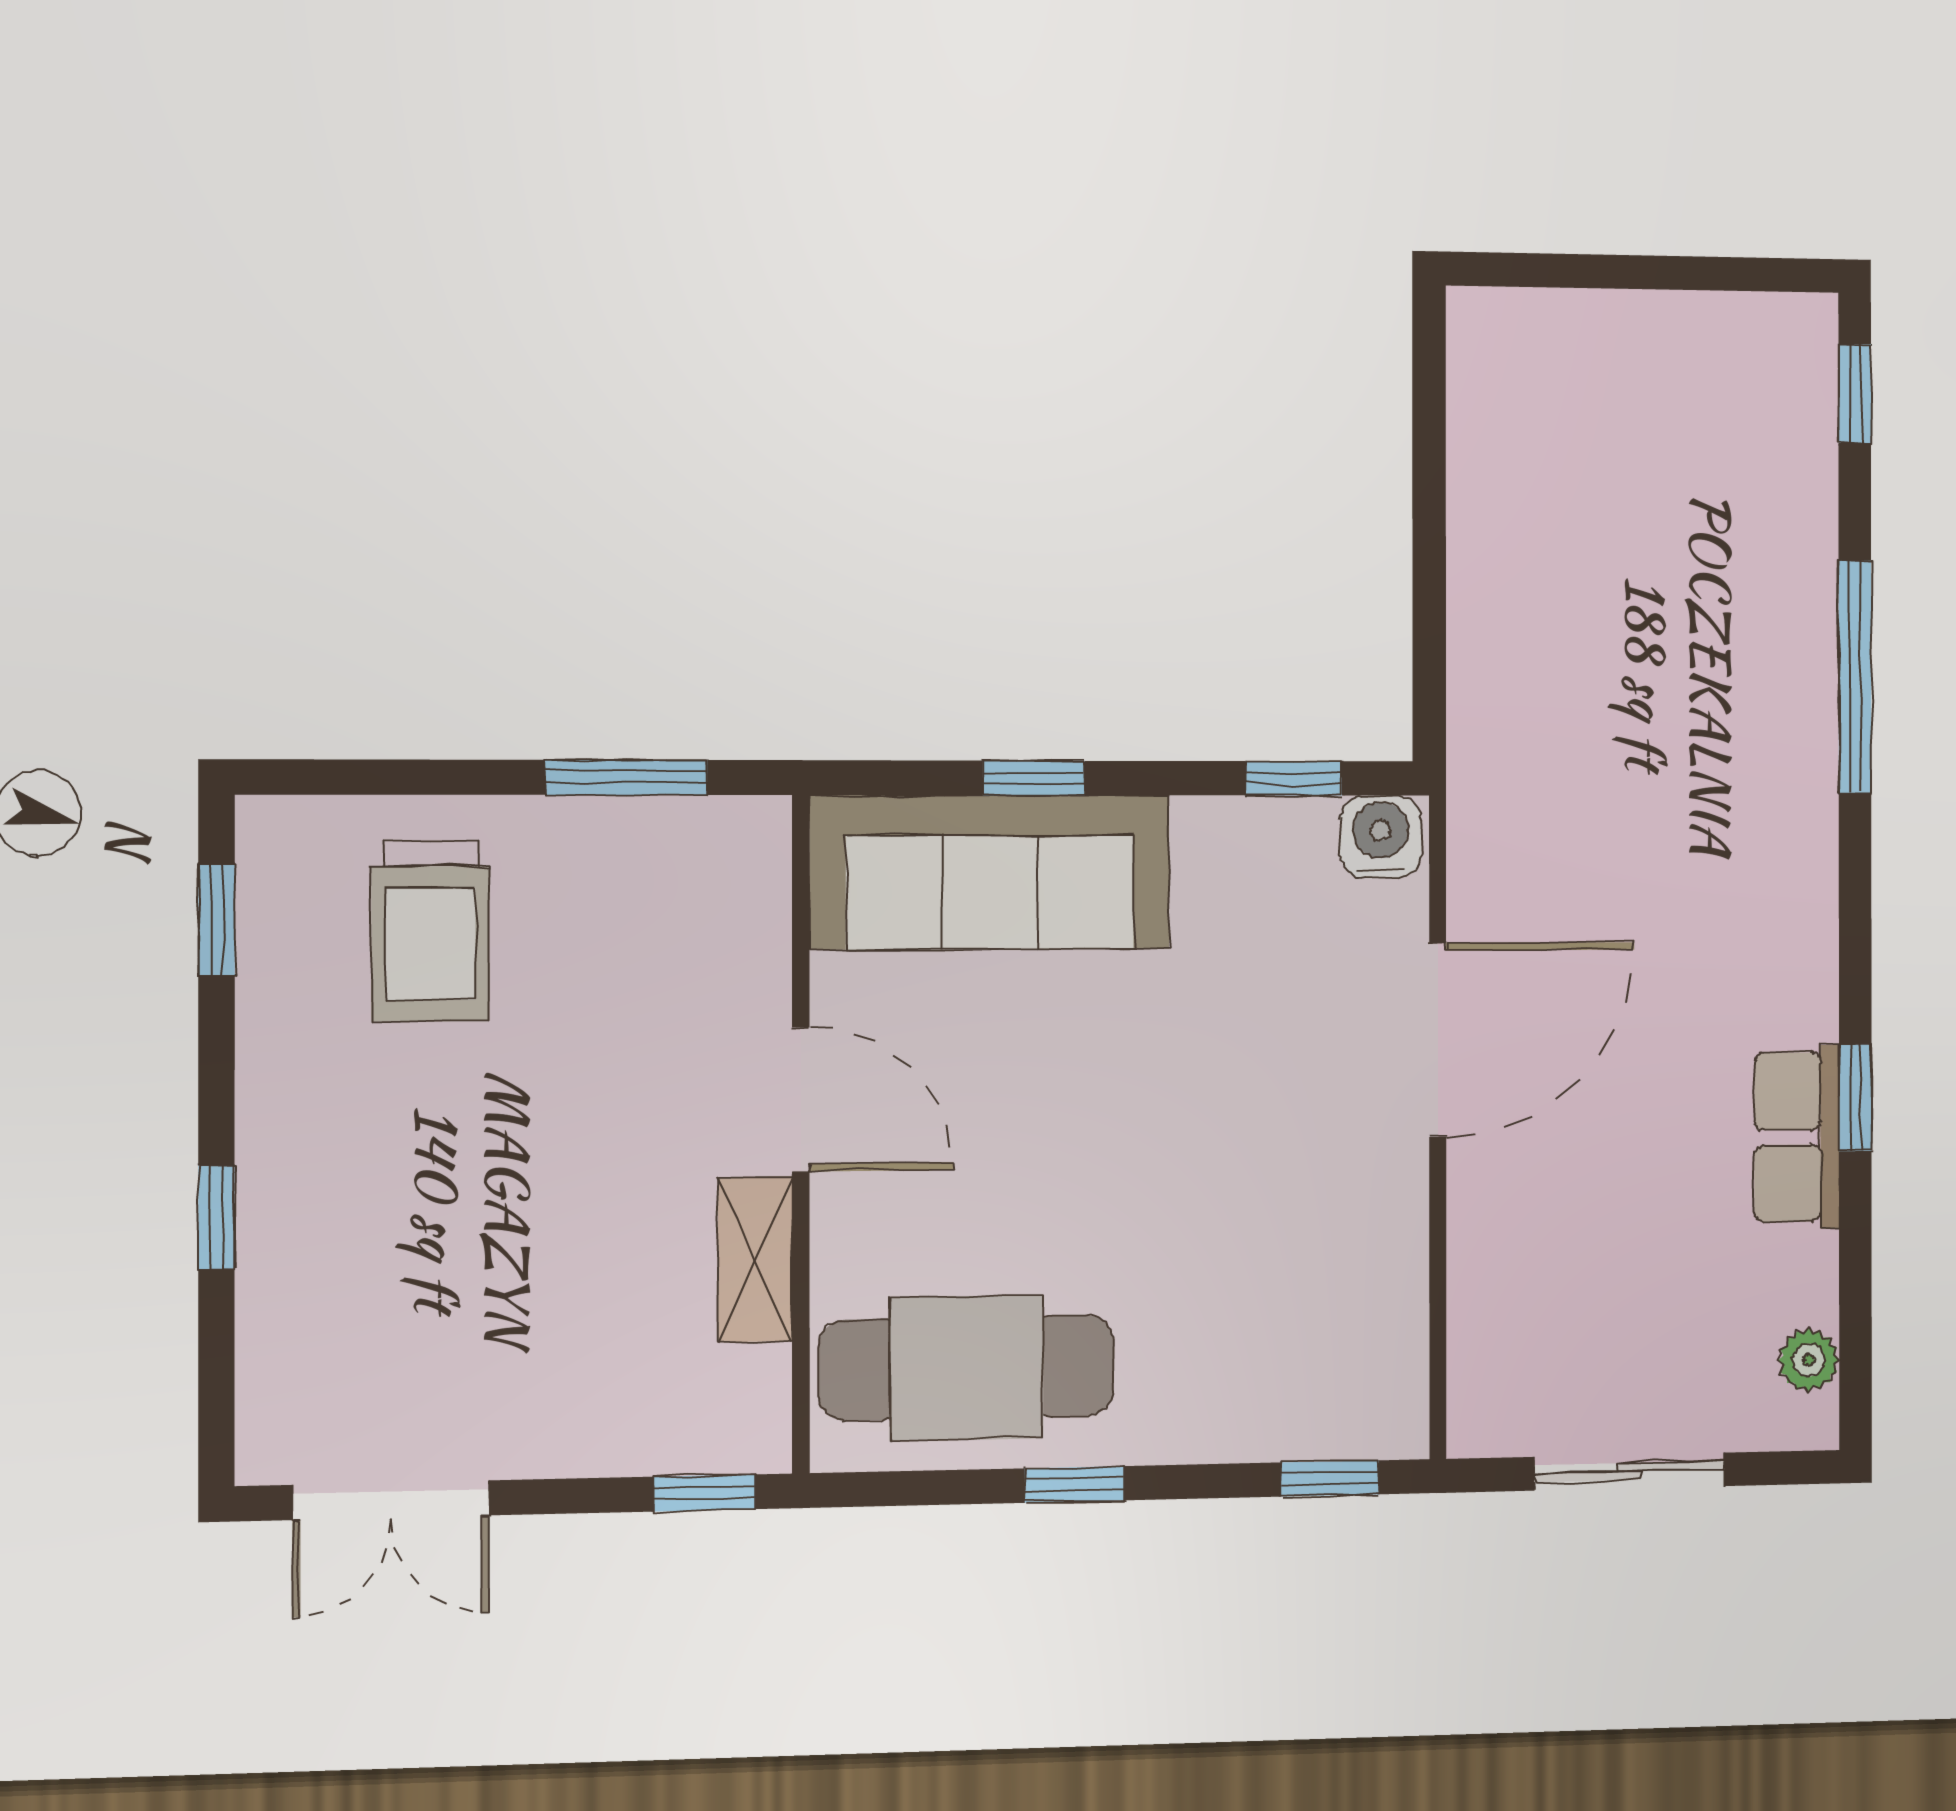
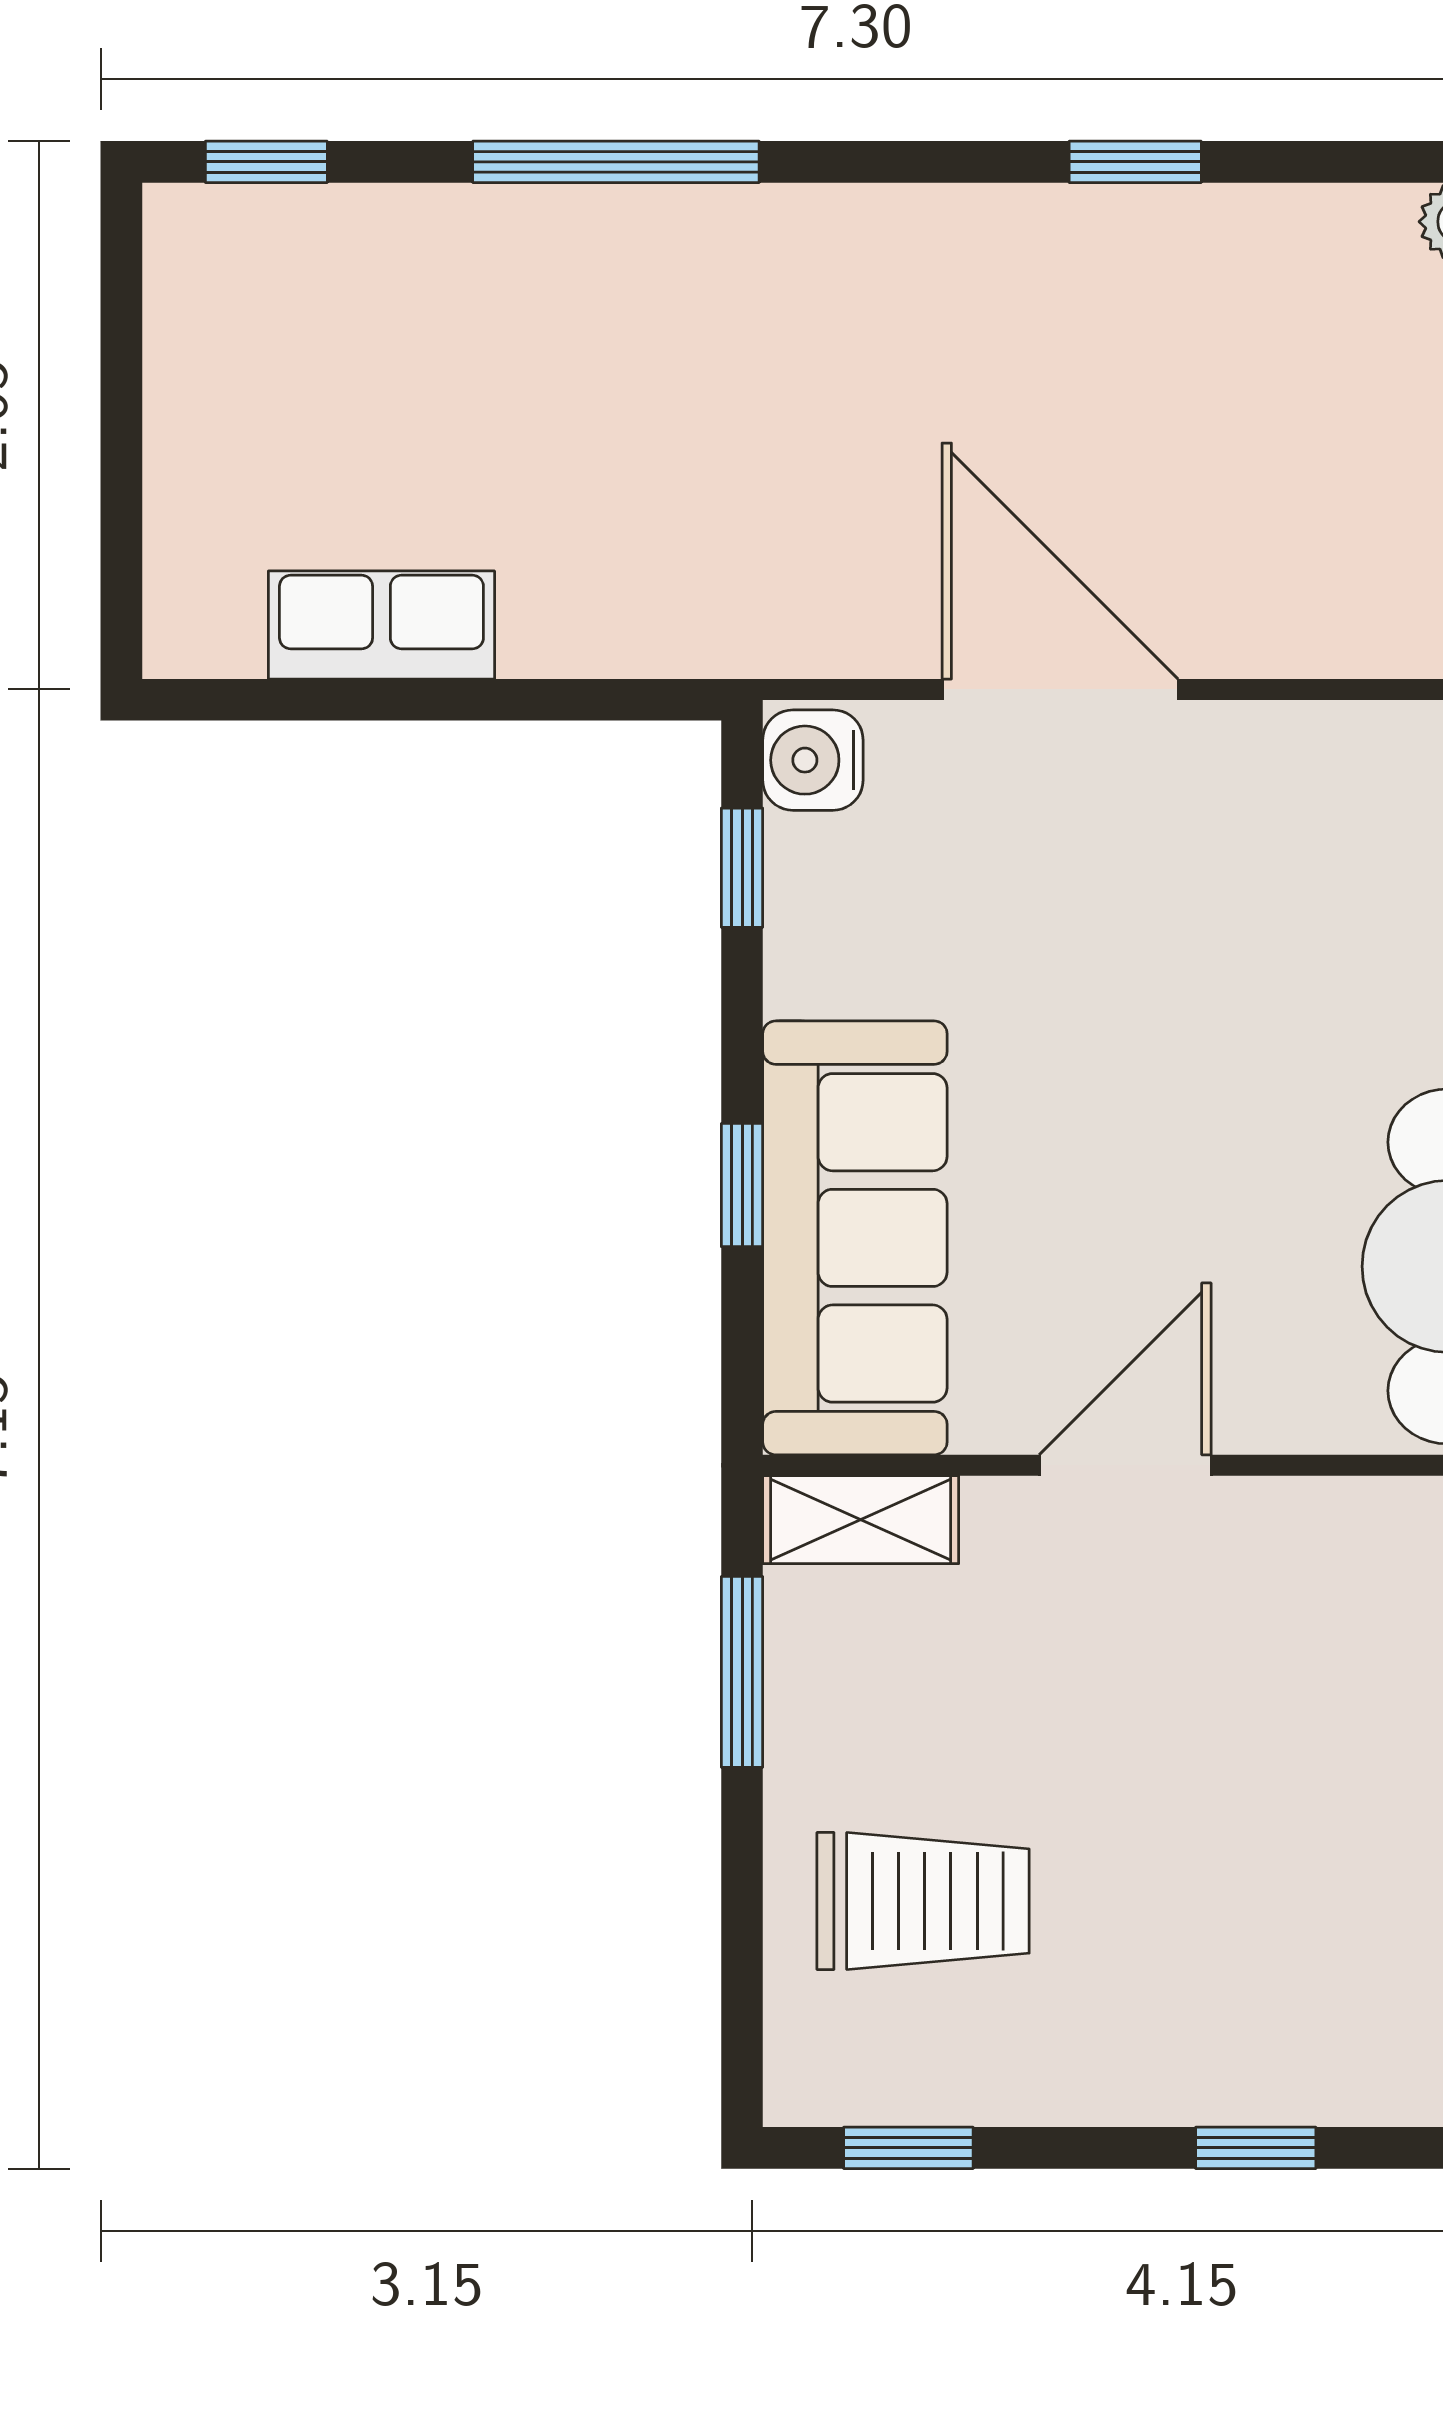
row of seats: (1797, 1137) -> (381, 625), moved, turned 180
shelving: (755, 1259) -> (861, 1520), moved

